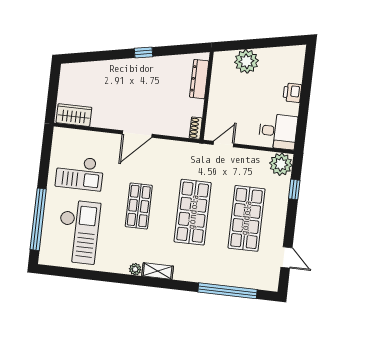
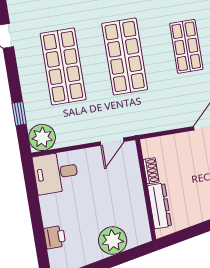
printer: (292, 93) -> (55, 237), moved
shoe rack: (196, 128) -> (151, 171), moved

